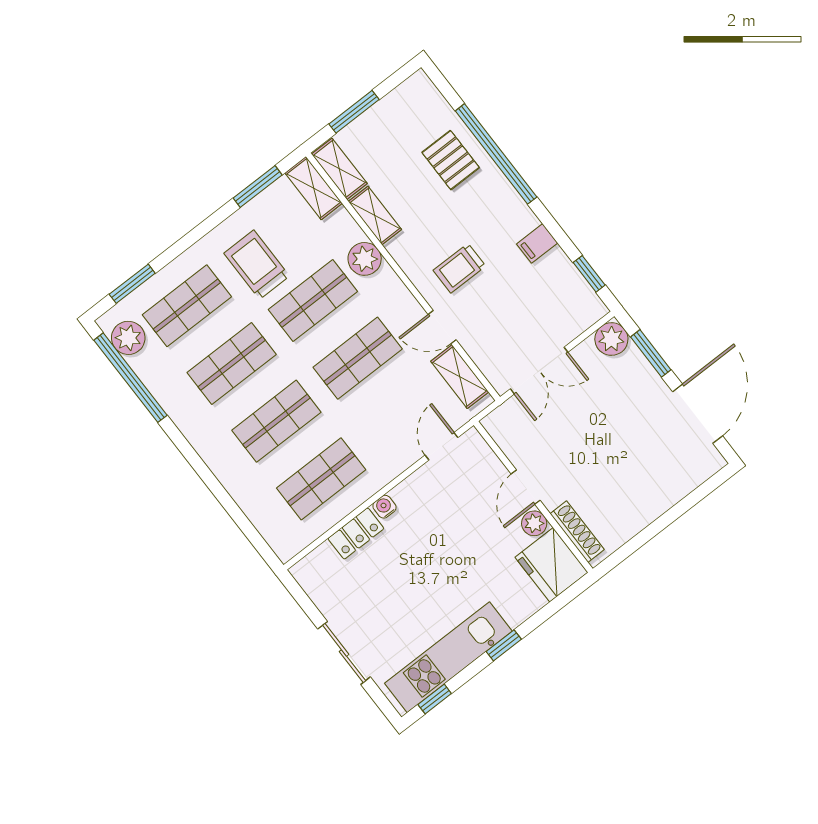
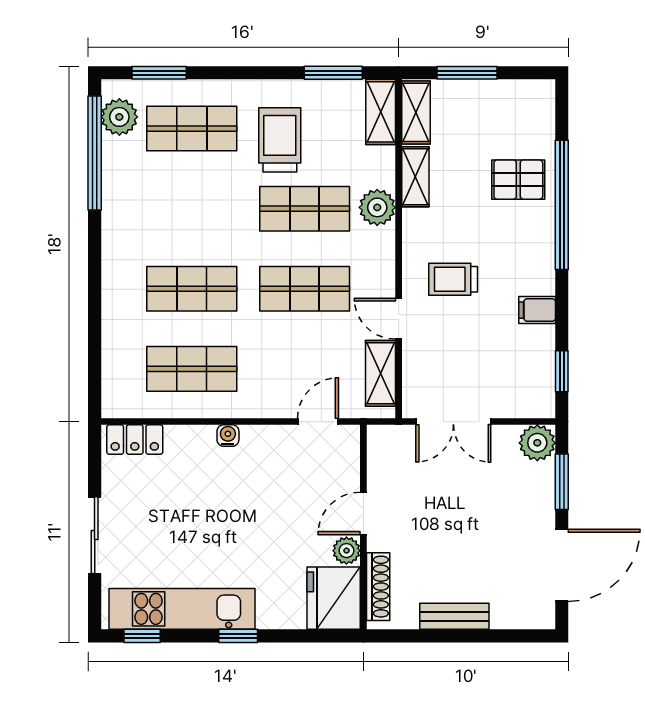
pallet: (451, 160) -> (518, 180), turned 90
shop shelf: (232, 363) -> (192, 209), removed
bench: (649, 510) -> (454, 616), added
locker: (356, 534) -> (135, 440), moved

